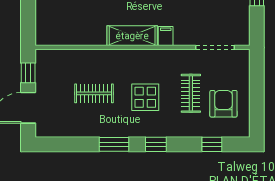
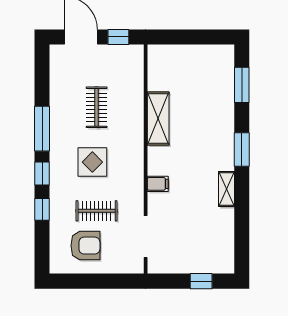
shelving: (132, 36) -> (158, 118), moved
window: (114, 144) -> (42, 129), width x1.44
window: (212, 144) -> (42, 209), moved

